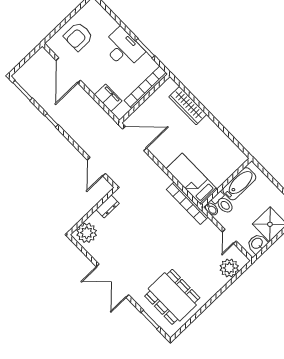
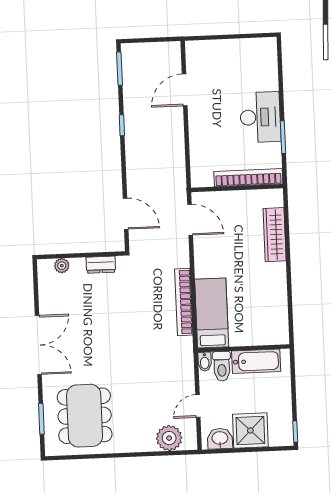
armchair: (78, 36) -> (226, 64), removed
door: (68, 70) -> (185, 90), width x0.73
filing cabinet: (108, 98) -> (200, 154), removed
door: (135, 139) -> (190, 220), width x0.73
door: (96, 167) -> (126, 214), swing flipped
bookcase: (187, 203) -> (184, 302), moved
plant: (87, 233) -> (62, 266), width x0.53, depth x0.53
double door: (113, 281) -> (38, 345), swing flipped

